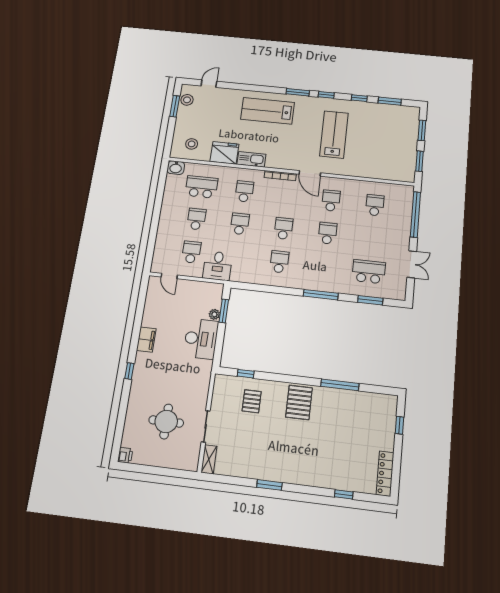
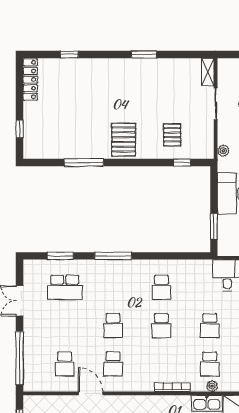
plant: (245, 173) -> (212, 386), added
door: (310, 173) -> (91, 393), moved
plant: (214, 314) -> (223, 151), moved

